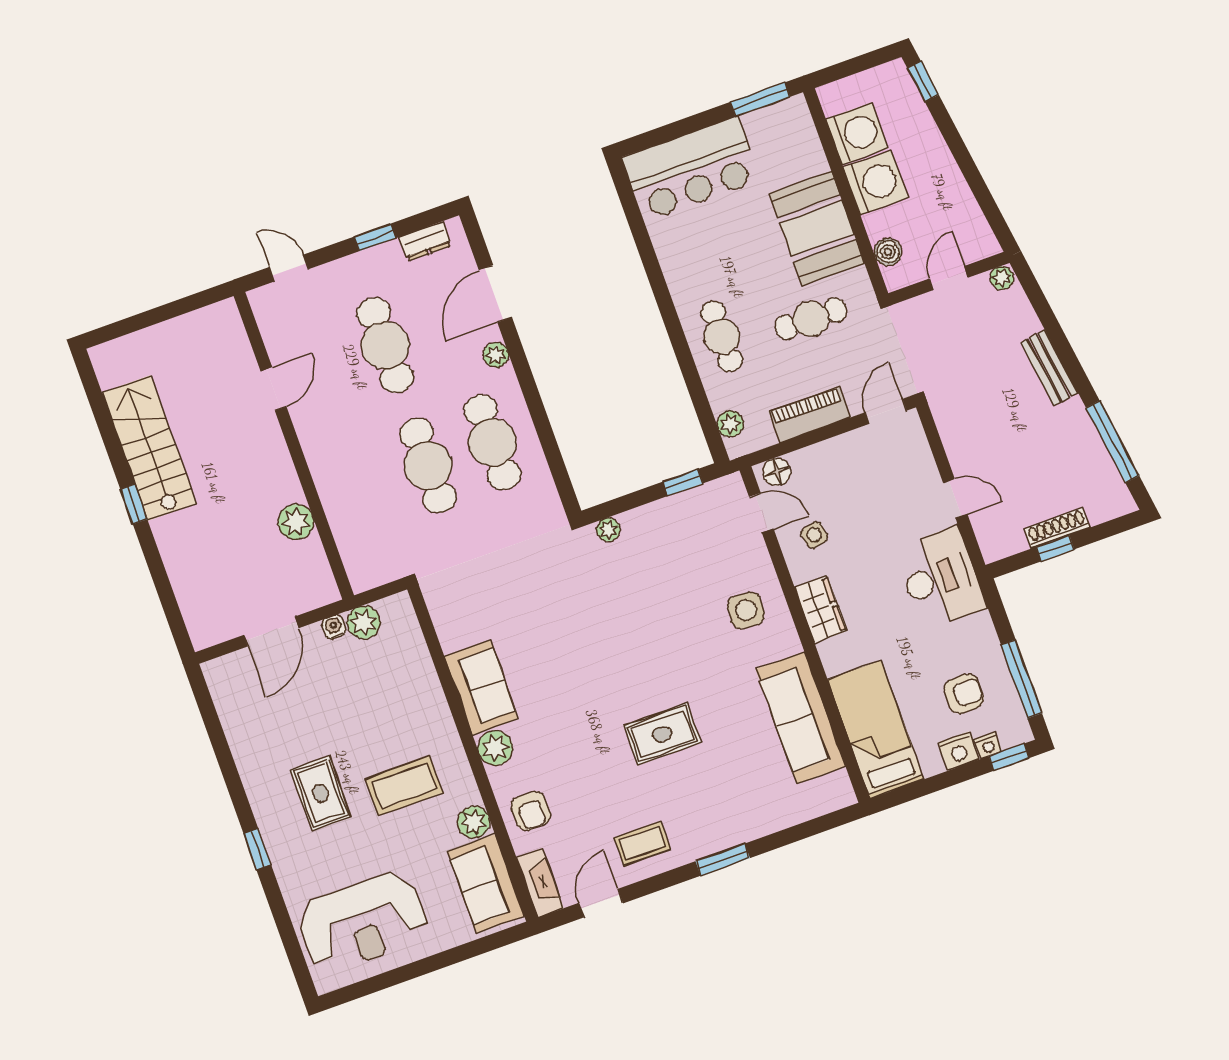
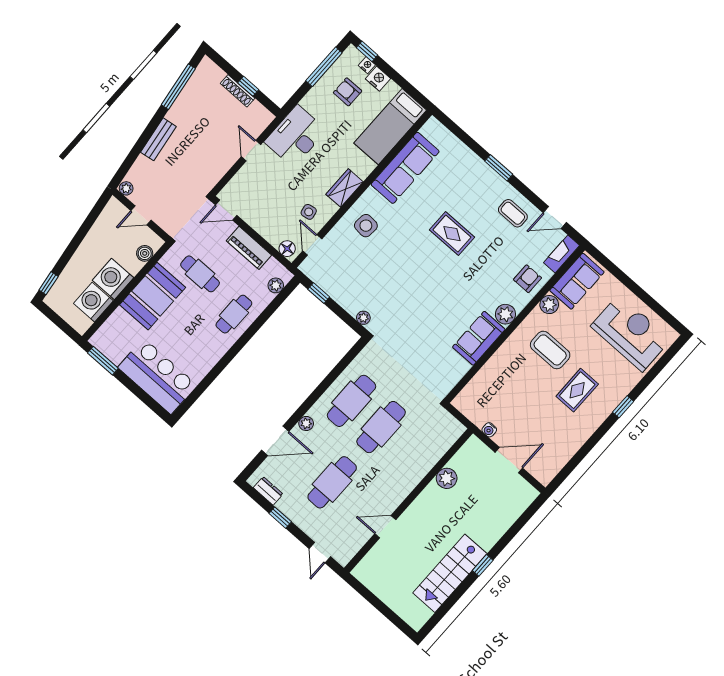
plant: (364, 622) -> (479, 416), removed

